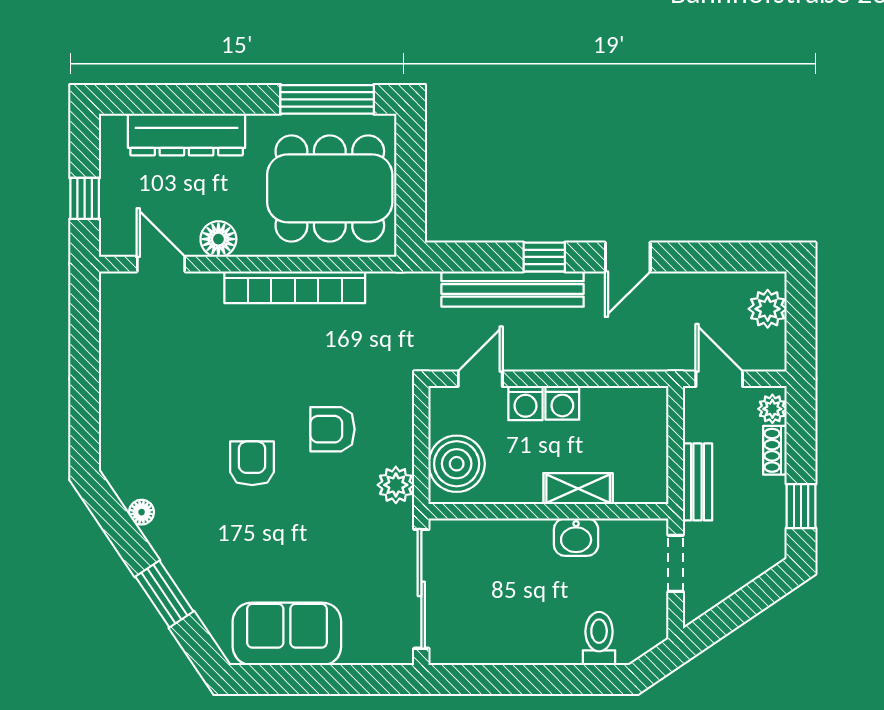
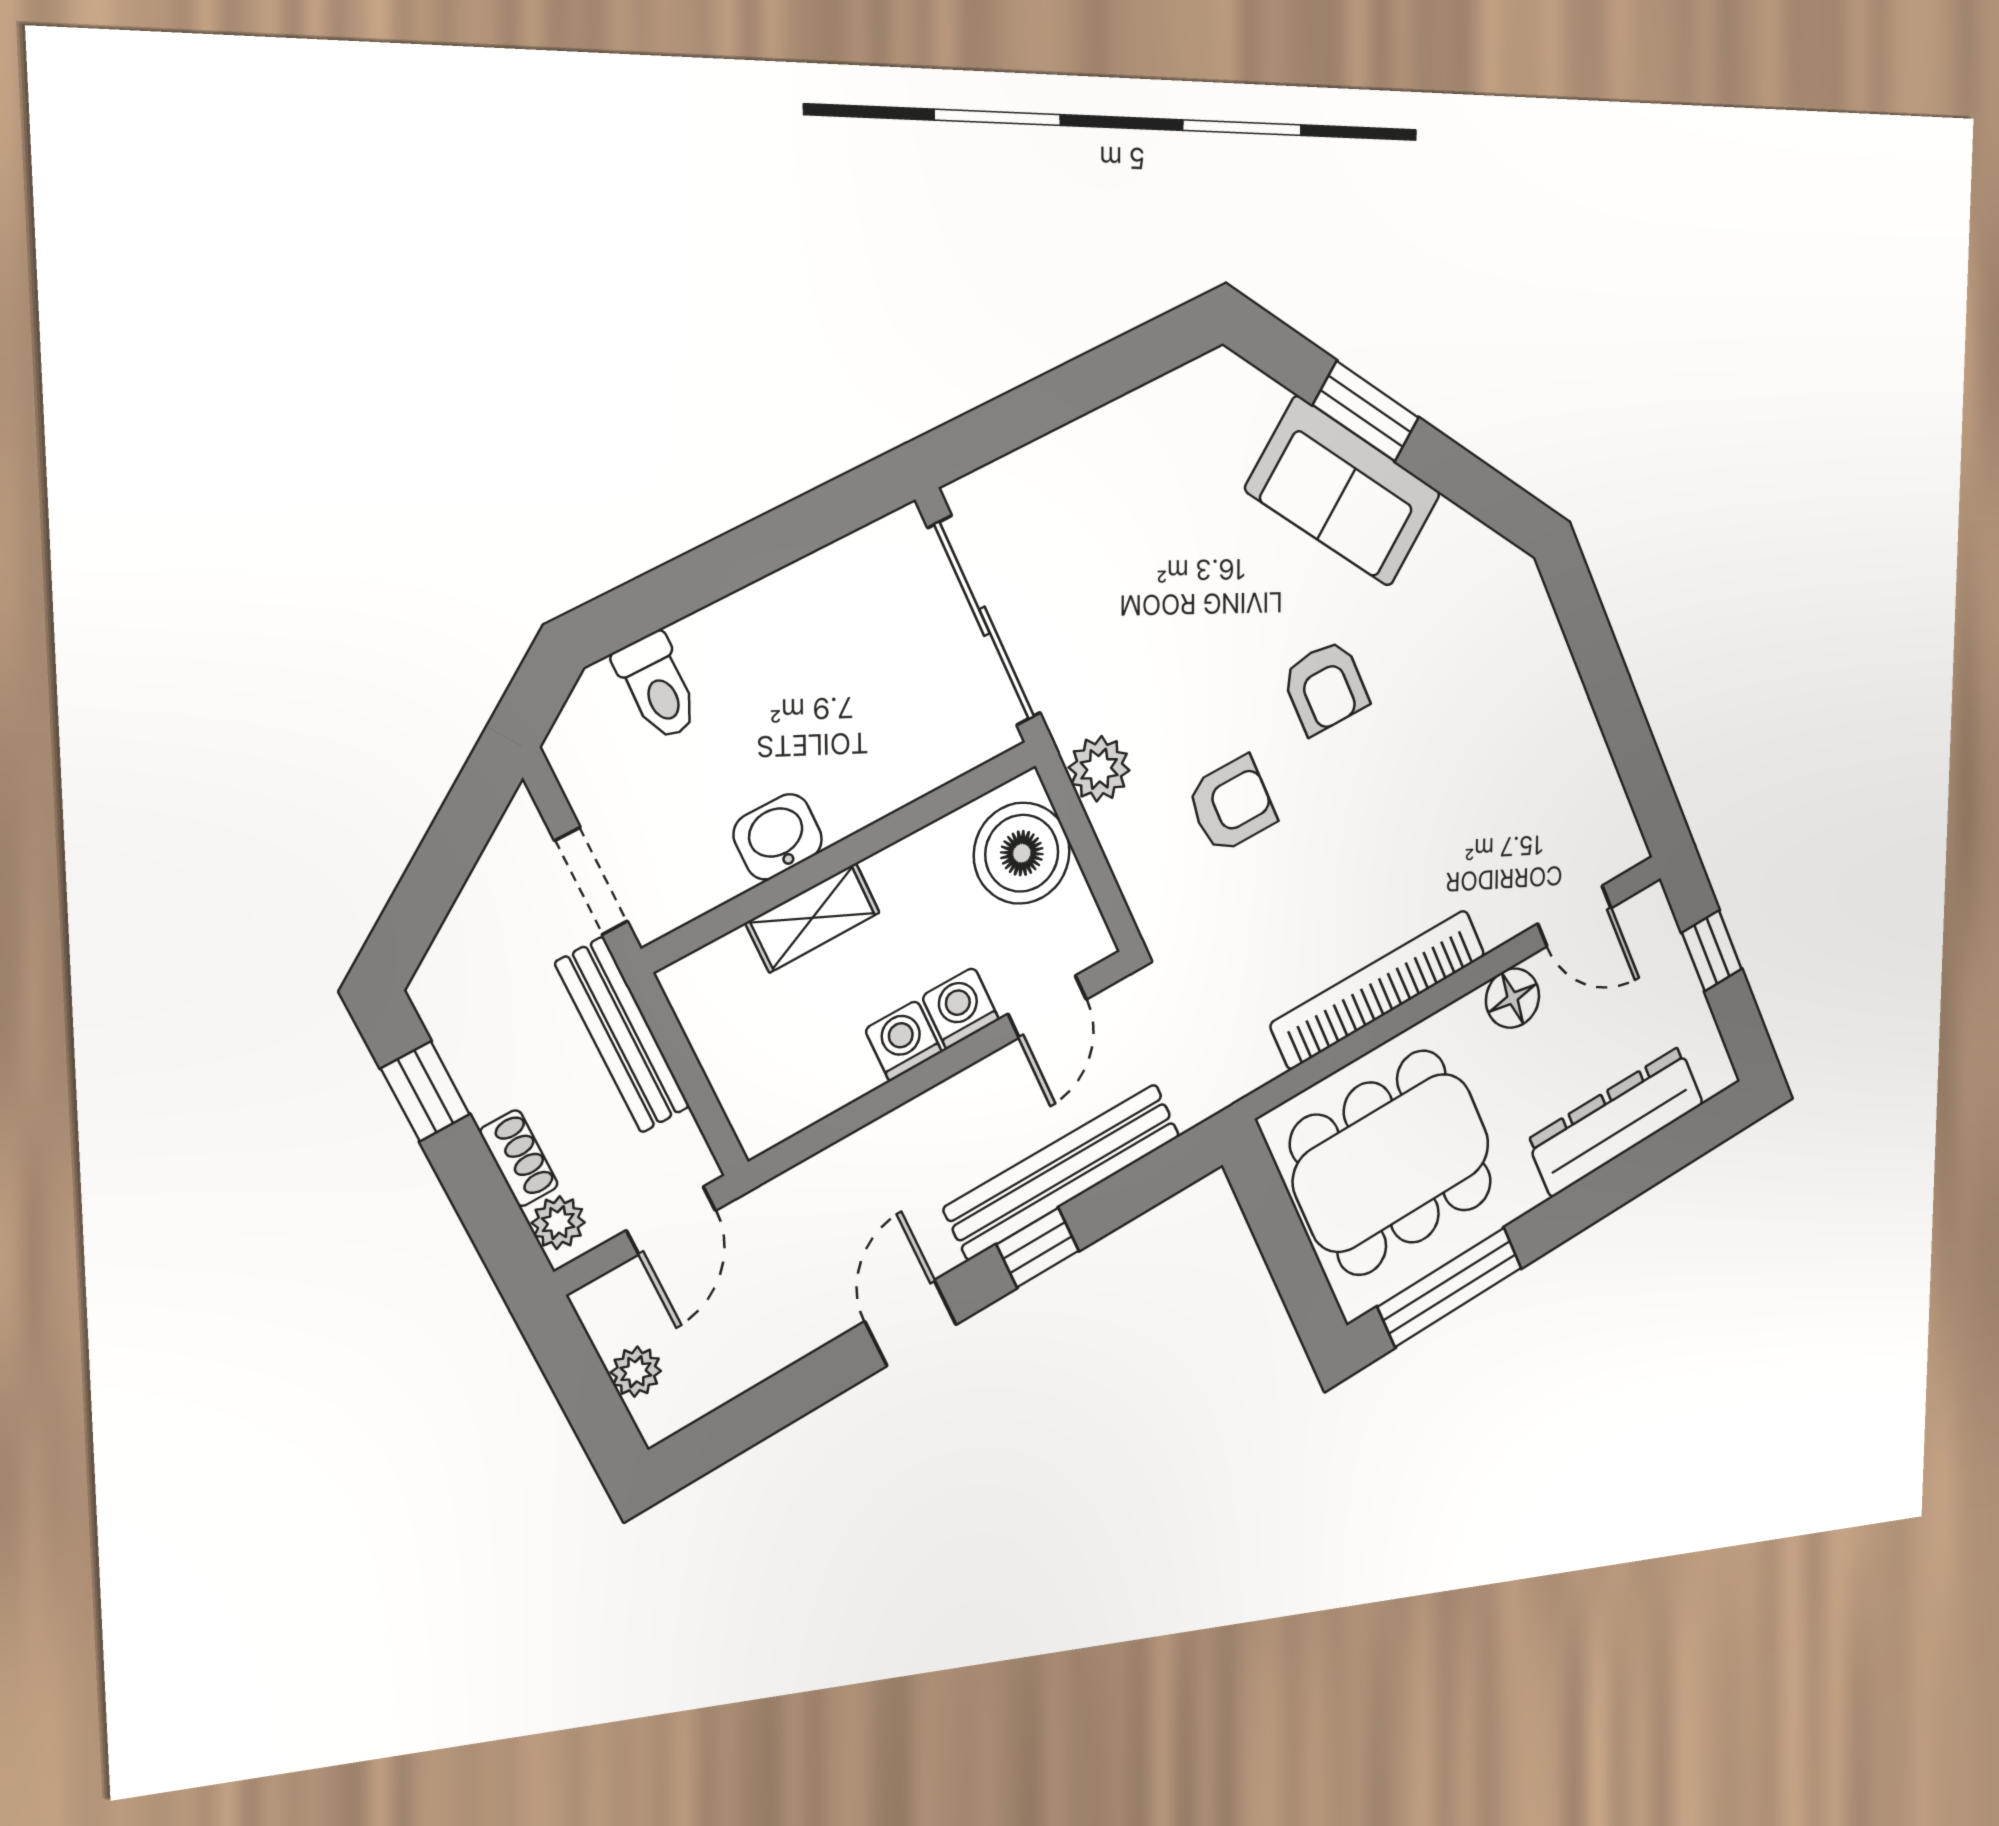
plant: (768, 309) -> (636, 1372), width x0.73, depth x0.73
door: (719, 379) -> (671, 1220), hinge flipped
bench: (697, 482) -> (622, 1035), width x1.36
floor lamp: (142, 512) -> (1451, 525), removed
sofa: (287, 634) -> (1343, 491), moved, turned 56

